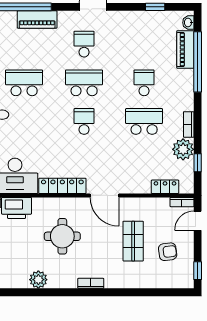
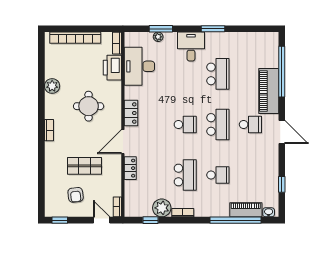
piano: (37, 19) -> (269, 91), width x1.37, depth x1.33
locker: (62, 186) -> (131, 113), width x0.66
locker: (165, 187) -> (130, 168), moved

